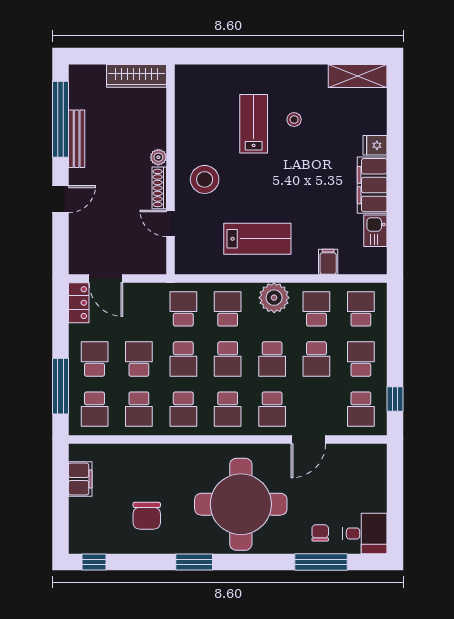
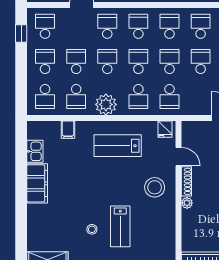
fridge: (375, 145) -> (165, 129), moved, turned 90
school desk: (139, 359) -> (201, 61), turned 180
school desk: (361, 359) -> (45, 61), turned 180

